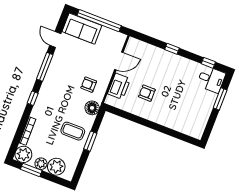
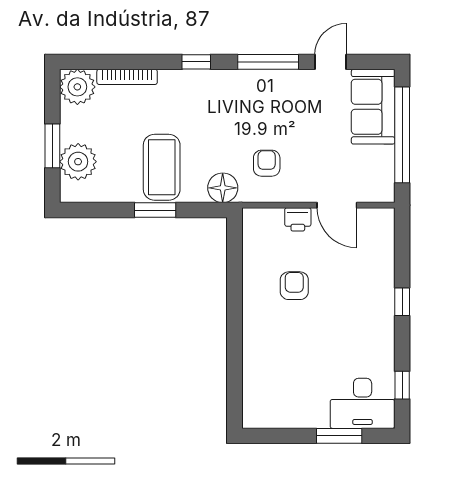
desk: (211, 79) -> (363, 403), width x1.37
printer: (119, 86) -> (298, 219), width x0.53, depth x0.68
coffee table: (73, 131) -> (162, 167), width x1.36, depth x1.32
plant: (41, 164) -> (72, 129), removed
window: (31, 170) -> (52, 146), moved

